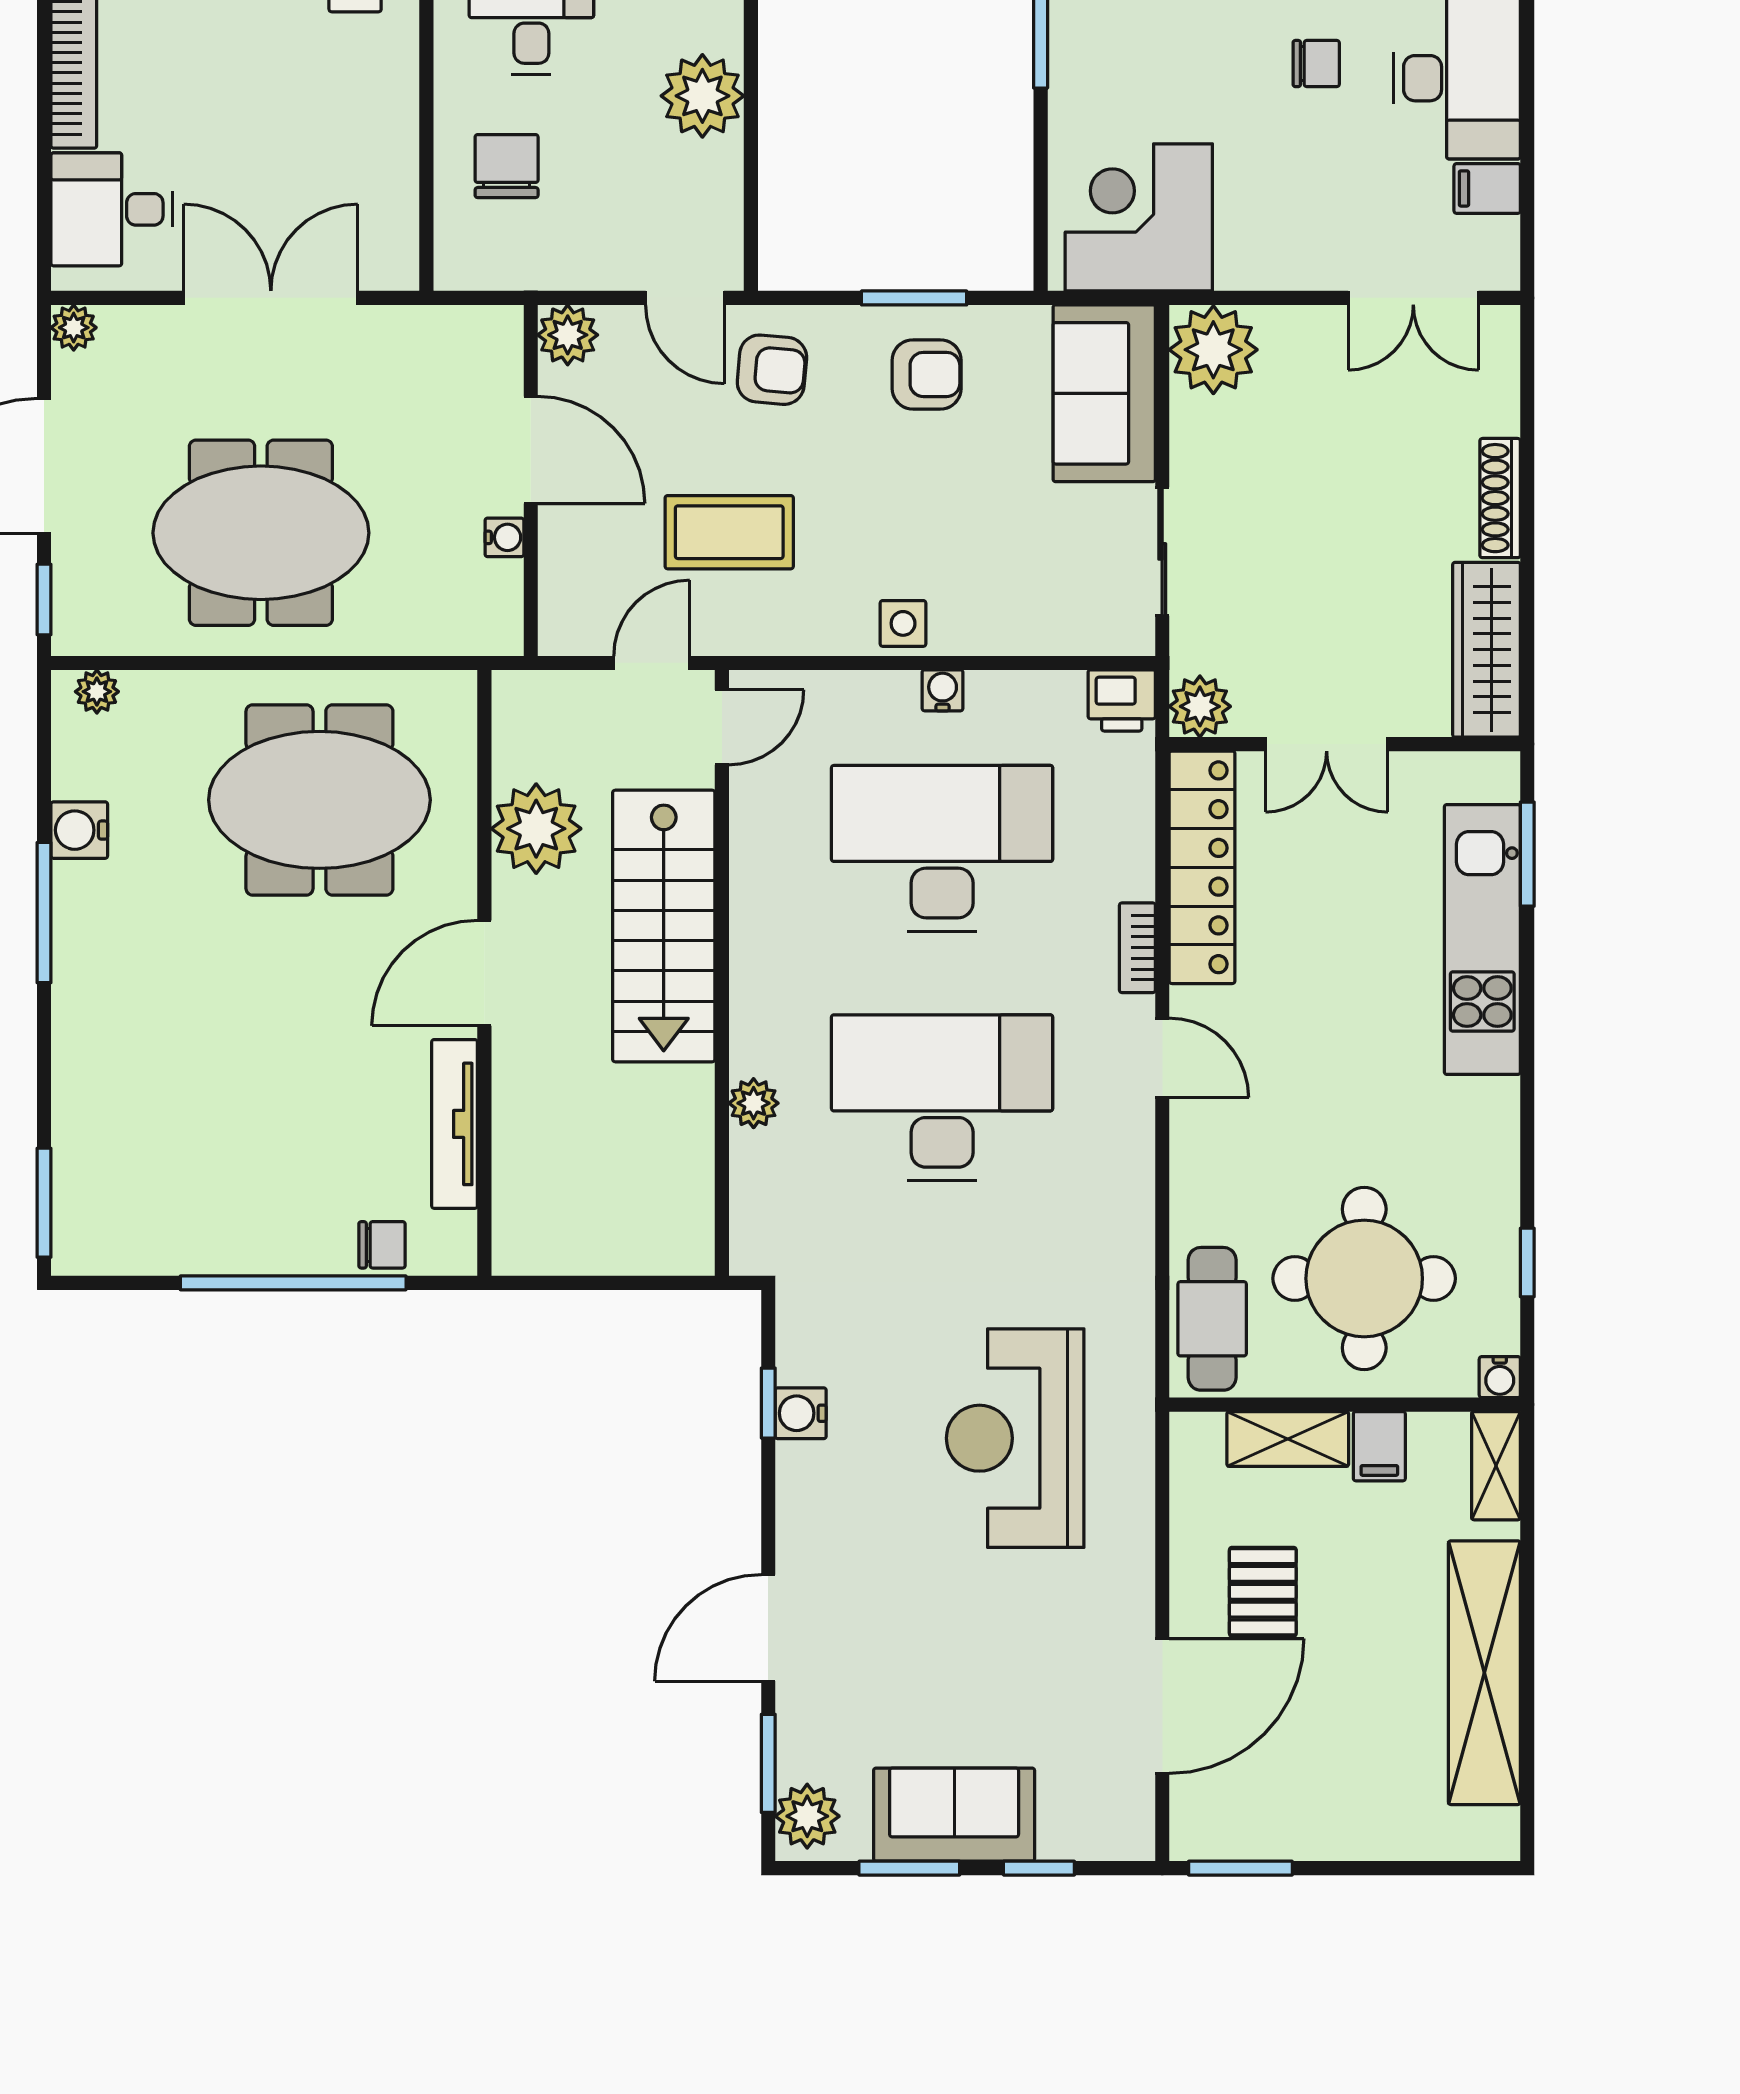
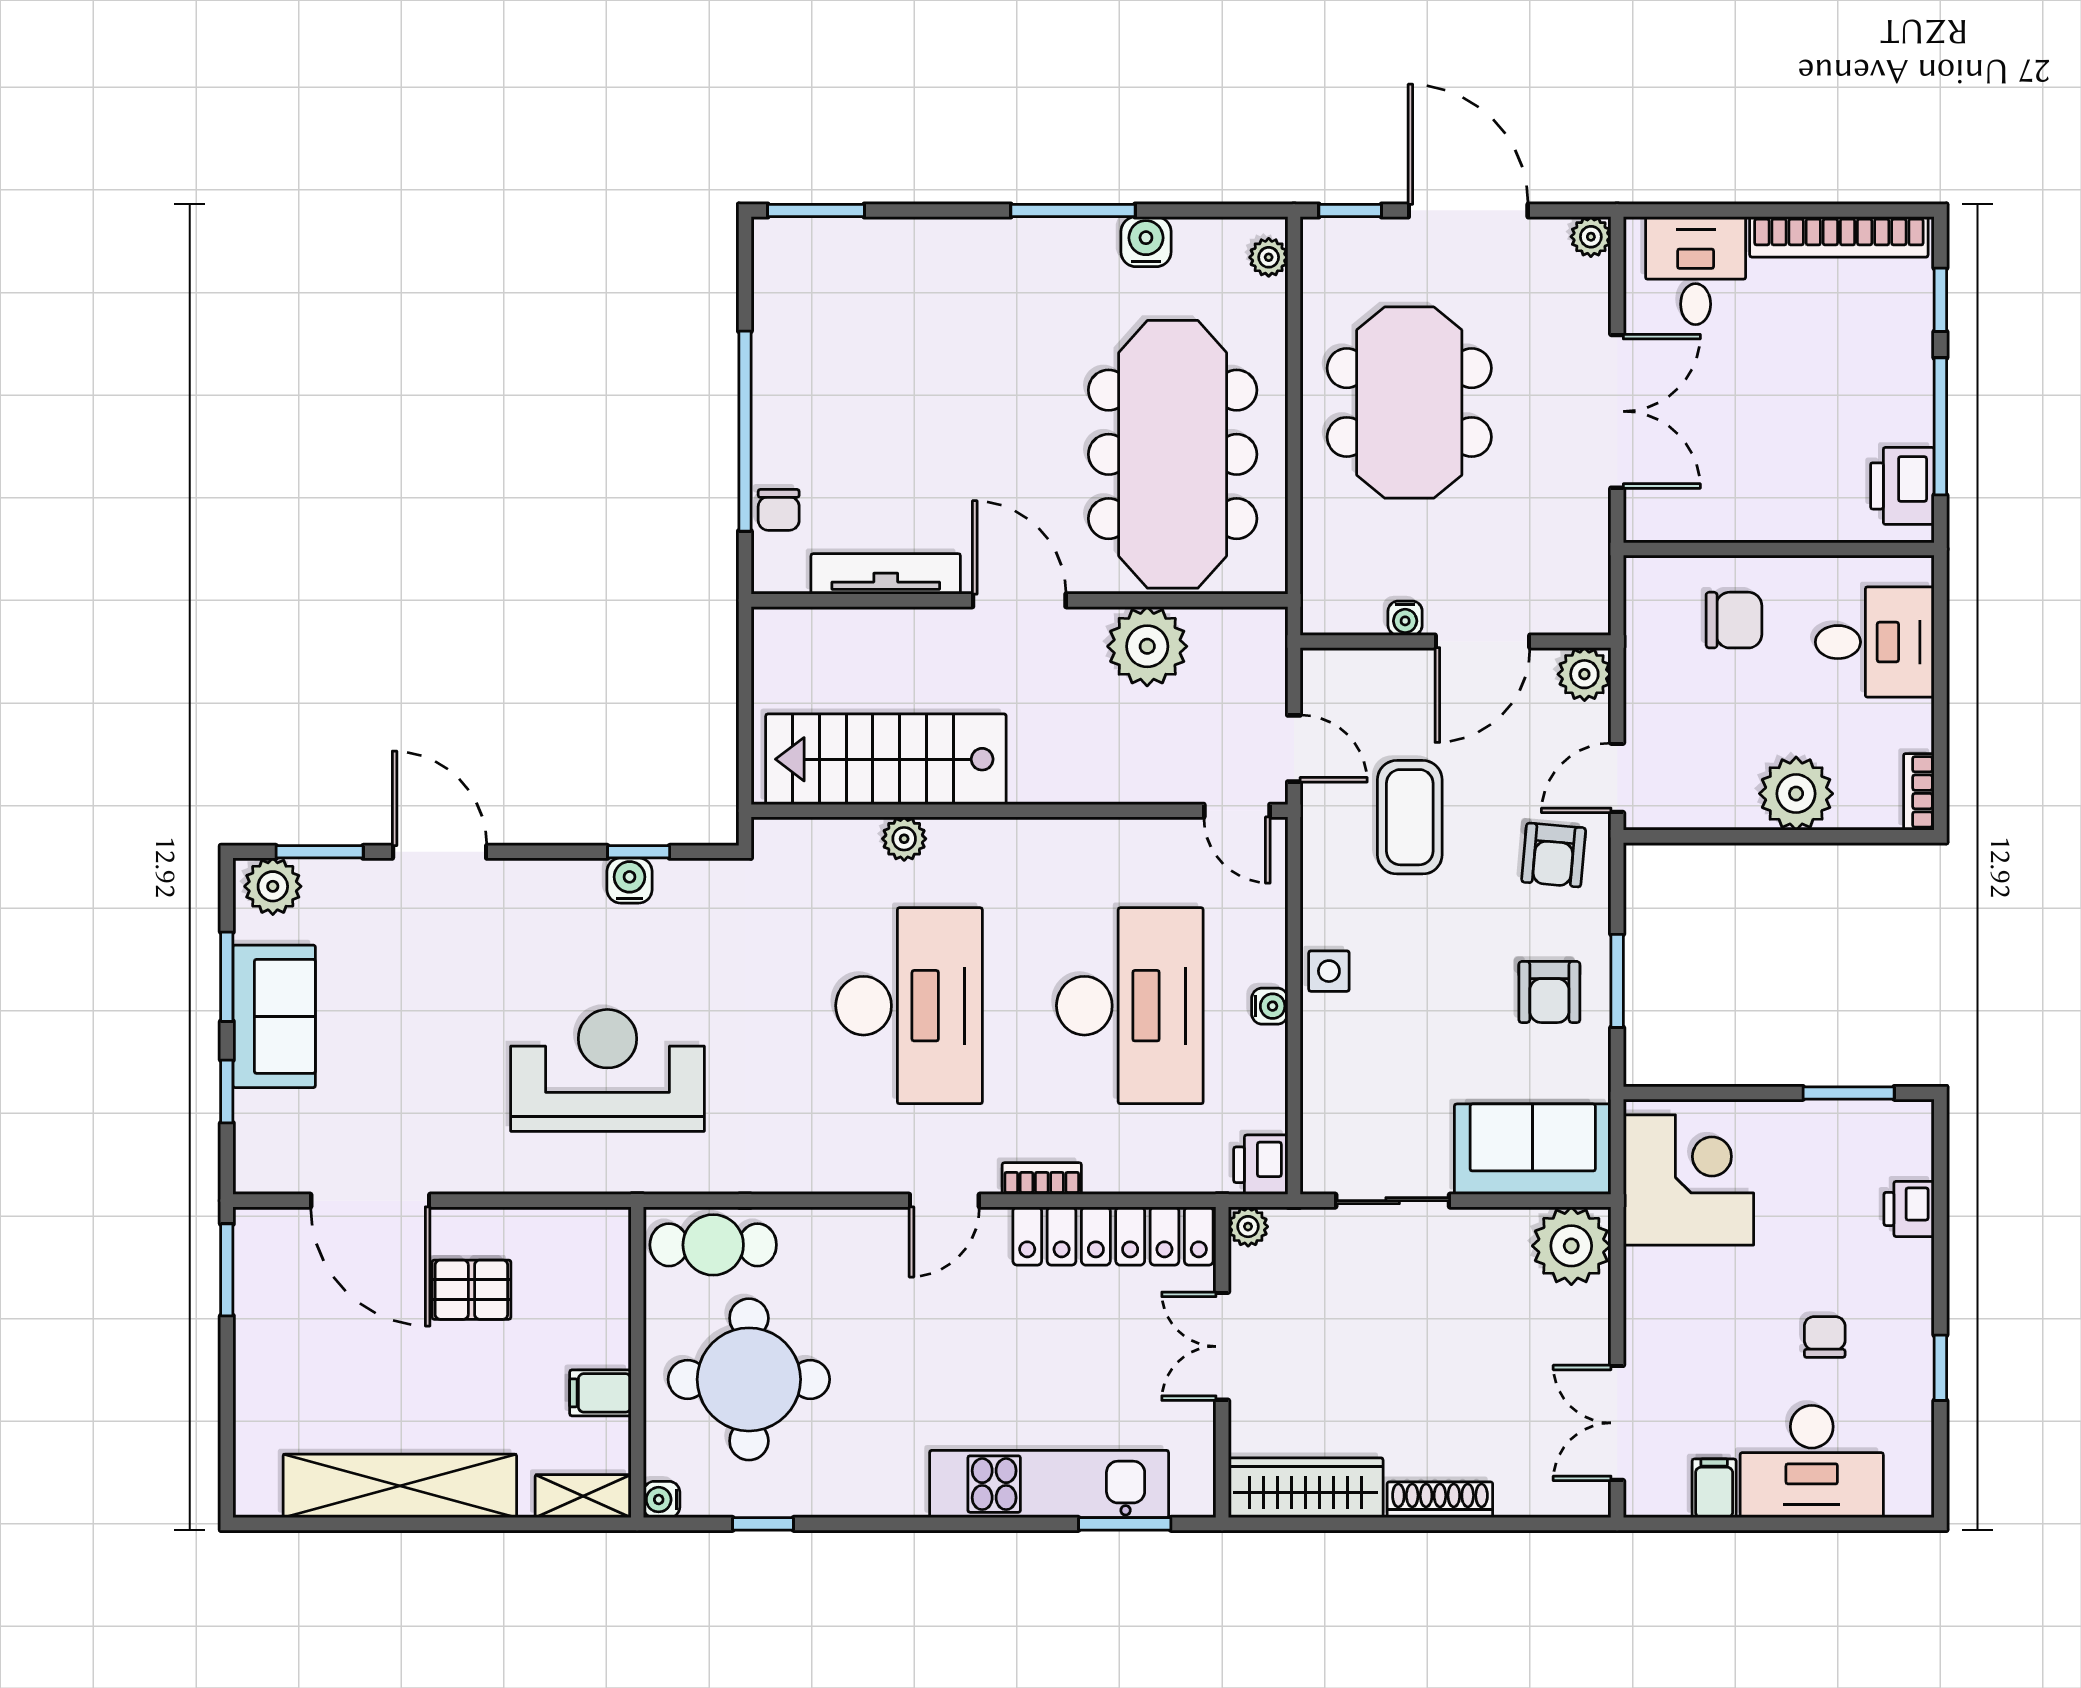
chair: (1316, 64) -> (1825, 1337), turned 180
plant: (1200, 706) -> (1248, 1227), width x0.73, depth x0.73
meeting table: (319, 800) -> (1173, 454), width x1.36
stairs: (664, 926) -> (886, 759), moved
shelving: (1288, 1439) -> (607, 1312), removed

